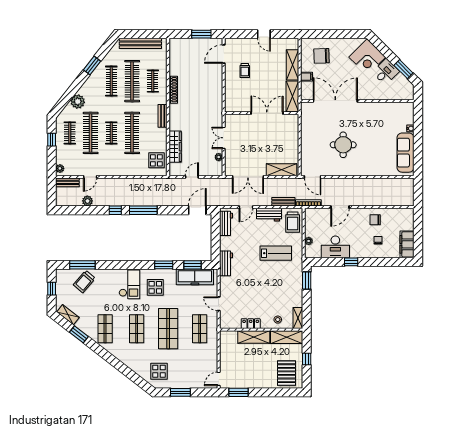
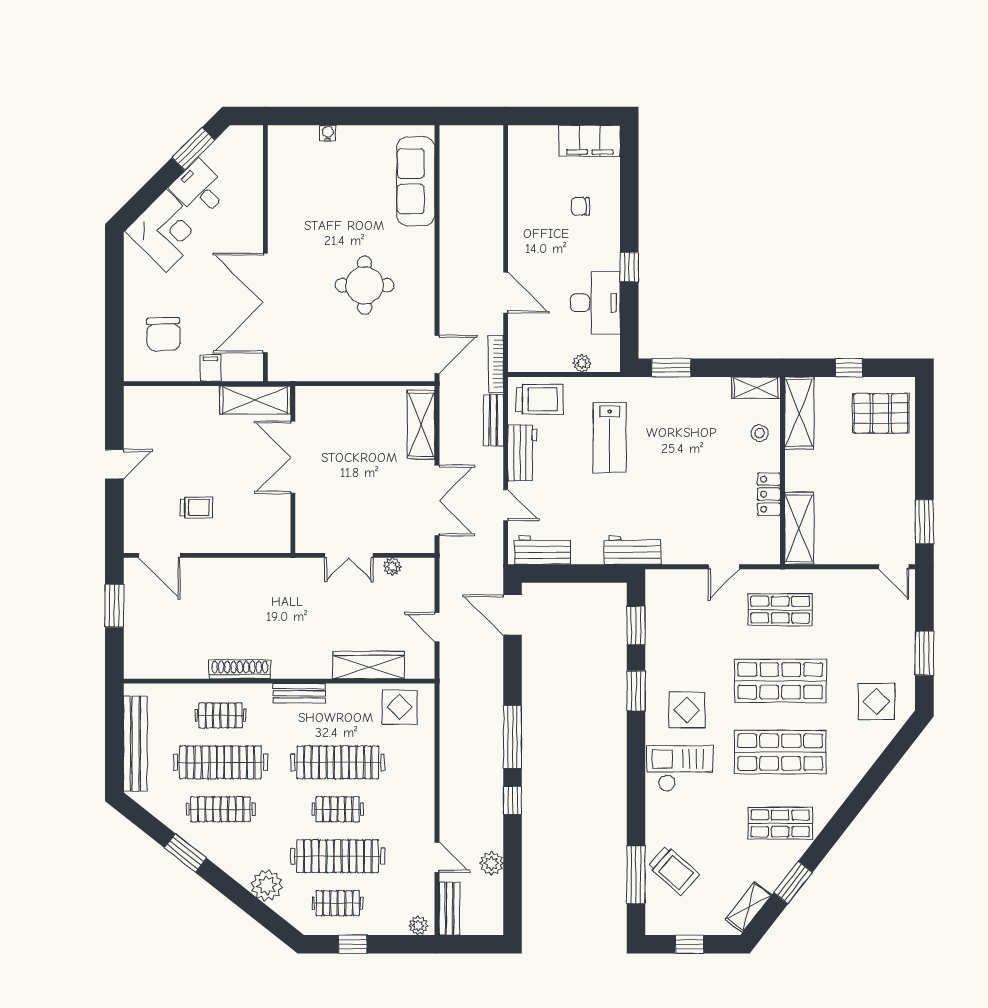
shelving: (292, 65) -> (184, 400), removed
sofa: (406, 153) -> (416, 181), moved, turned 90
chair: (375, 220) -> (534, 213), removed
lab bench: (276, 253) -> (610, 438), turned 180
freezer: (195, 277) -> (663, 620), removed
shop shelf: (137, 329) -> (780, 752), width x1.43, depth x1.36
shelving: (254, 337) -> (799, 528), moved

